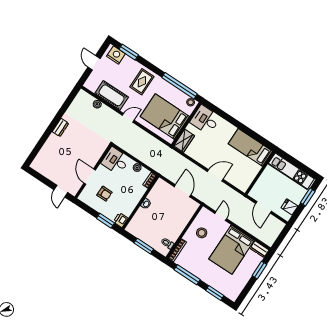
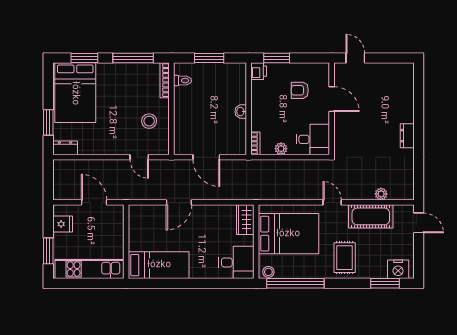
door: (94, 63) -> (419, 223), moved
door: (128, 118) -> (332, 202), swing flipped
bed: (232, 250) -> (75, 93), moved, turned 180

